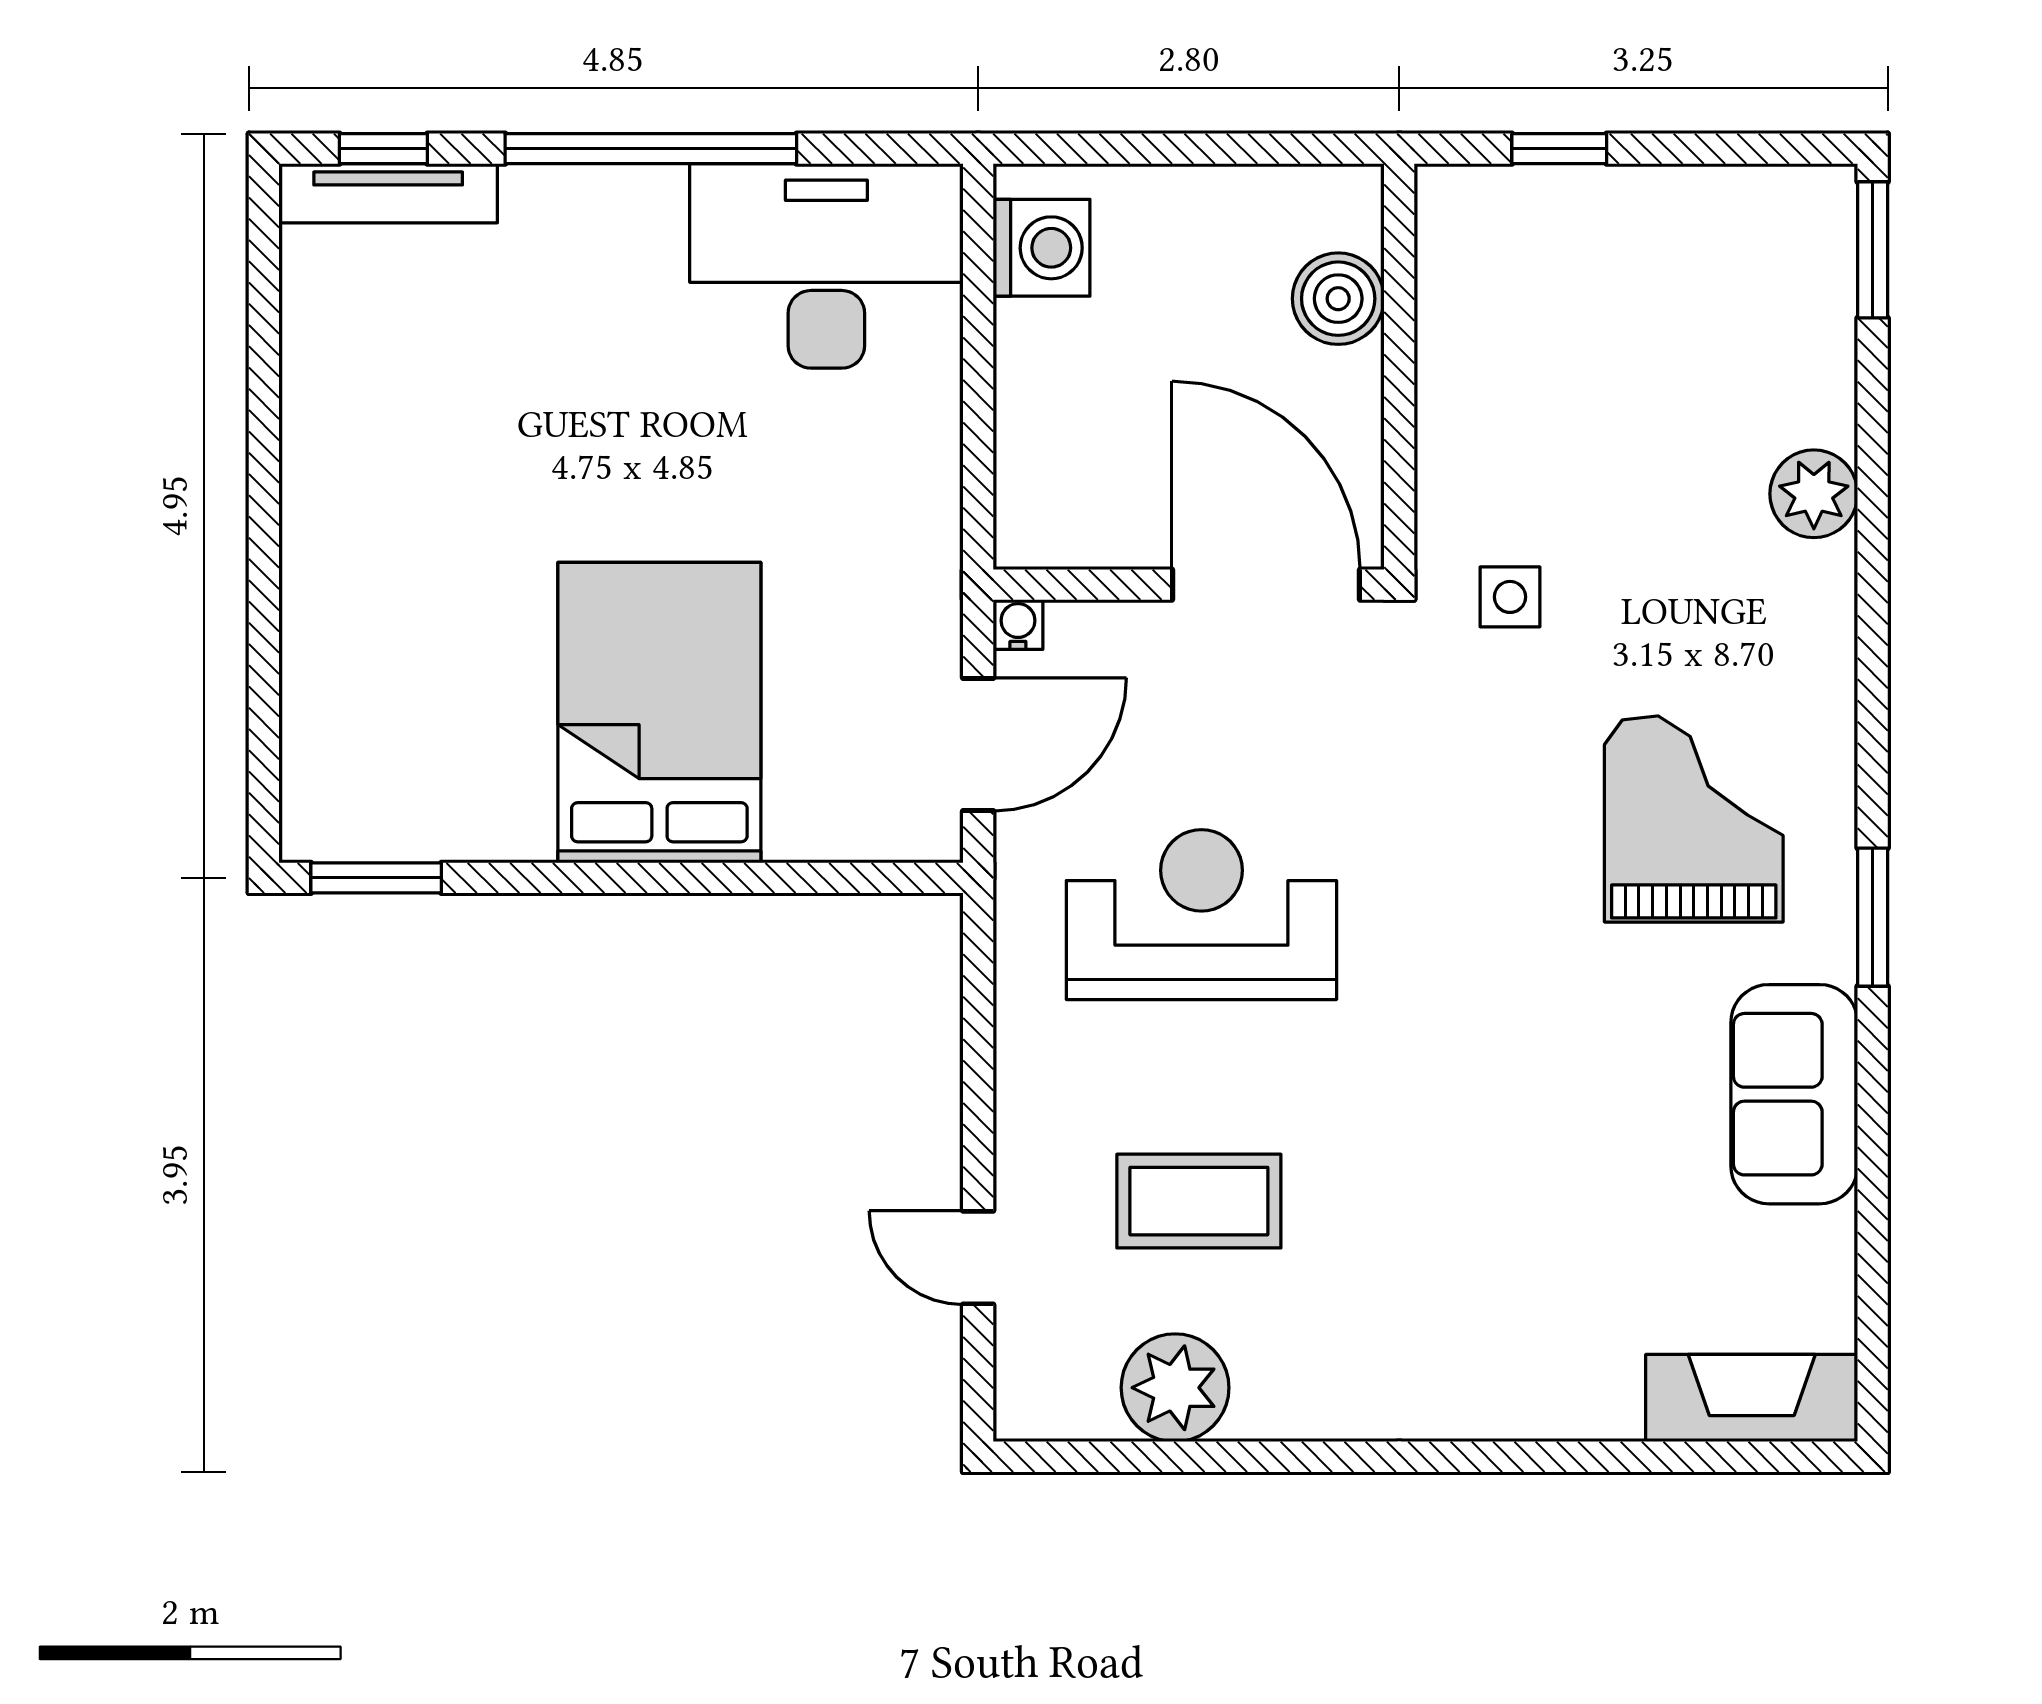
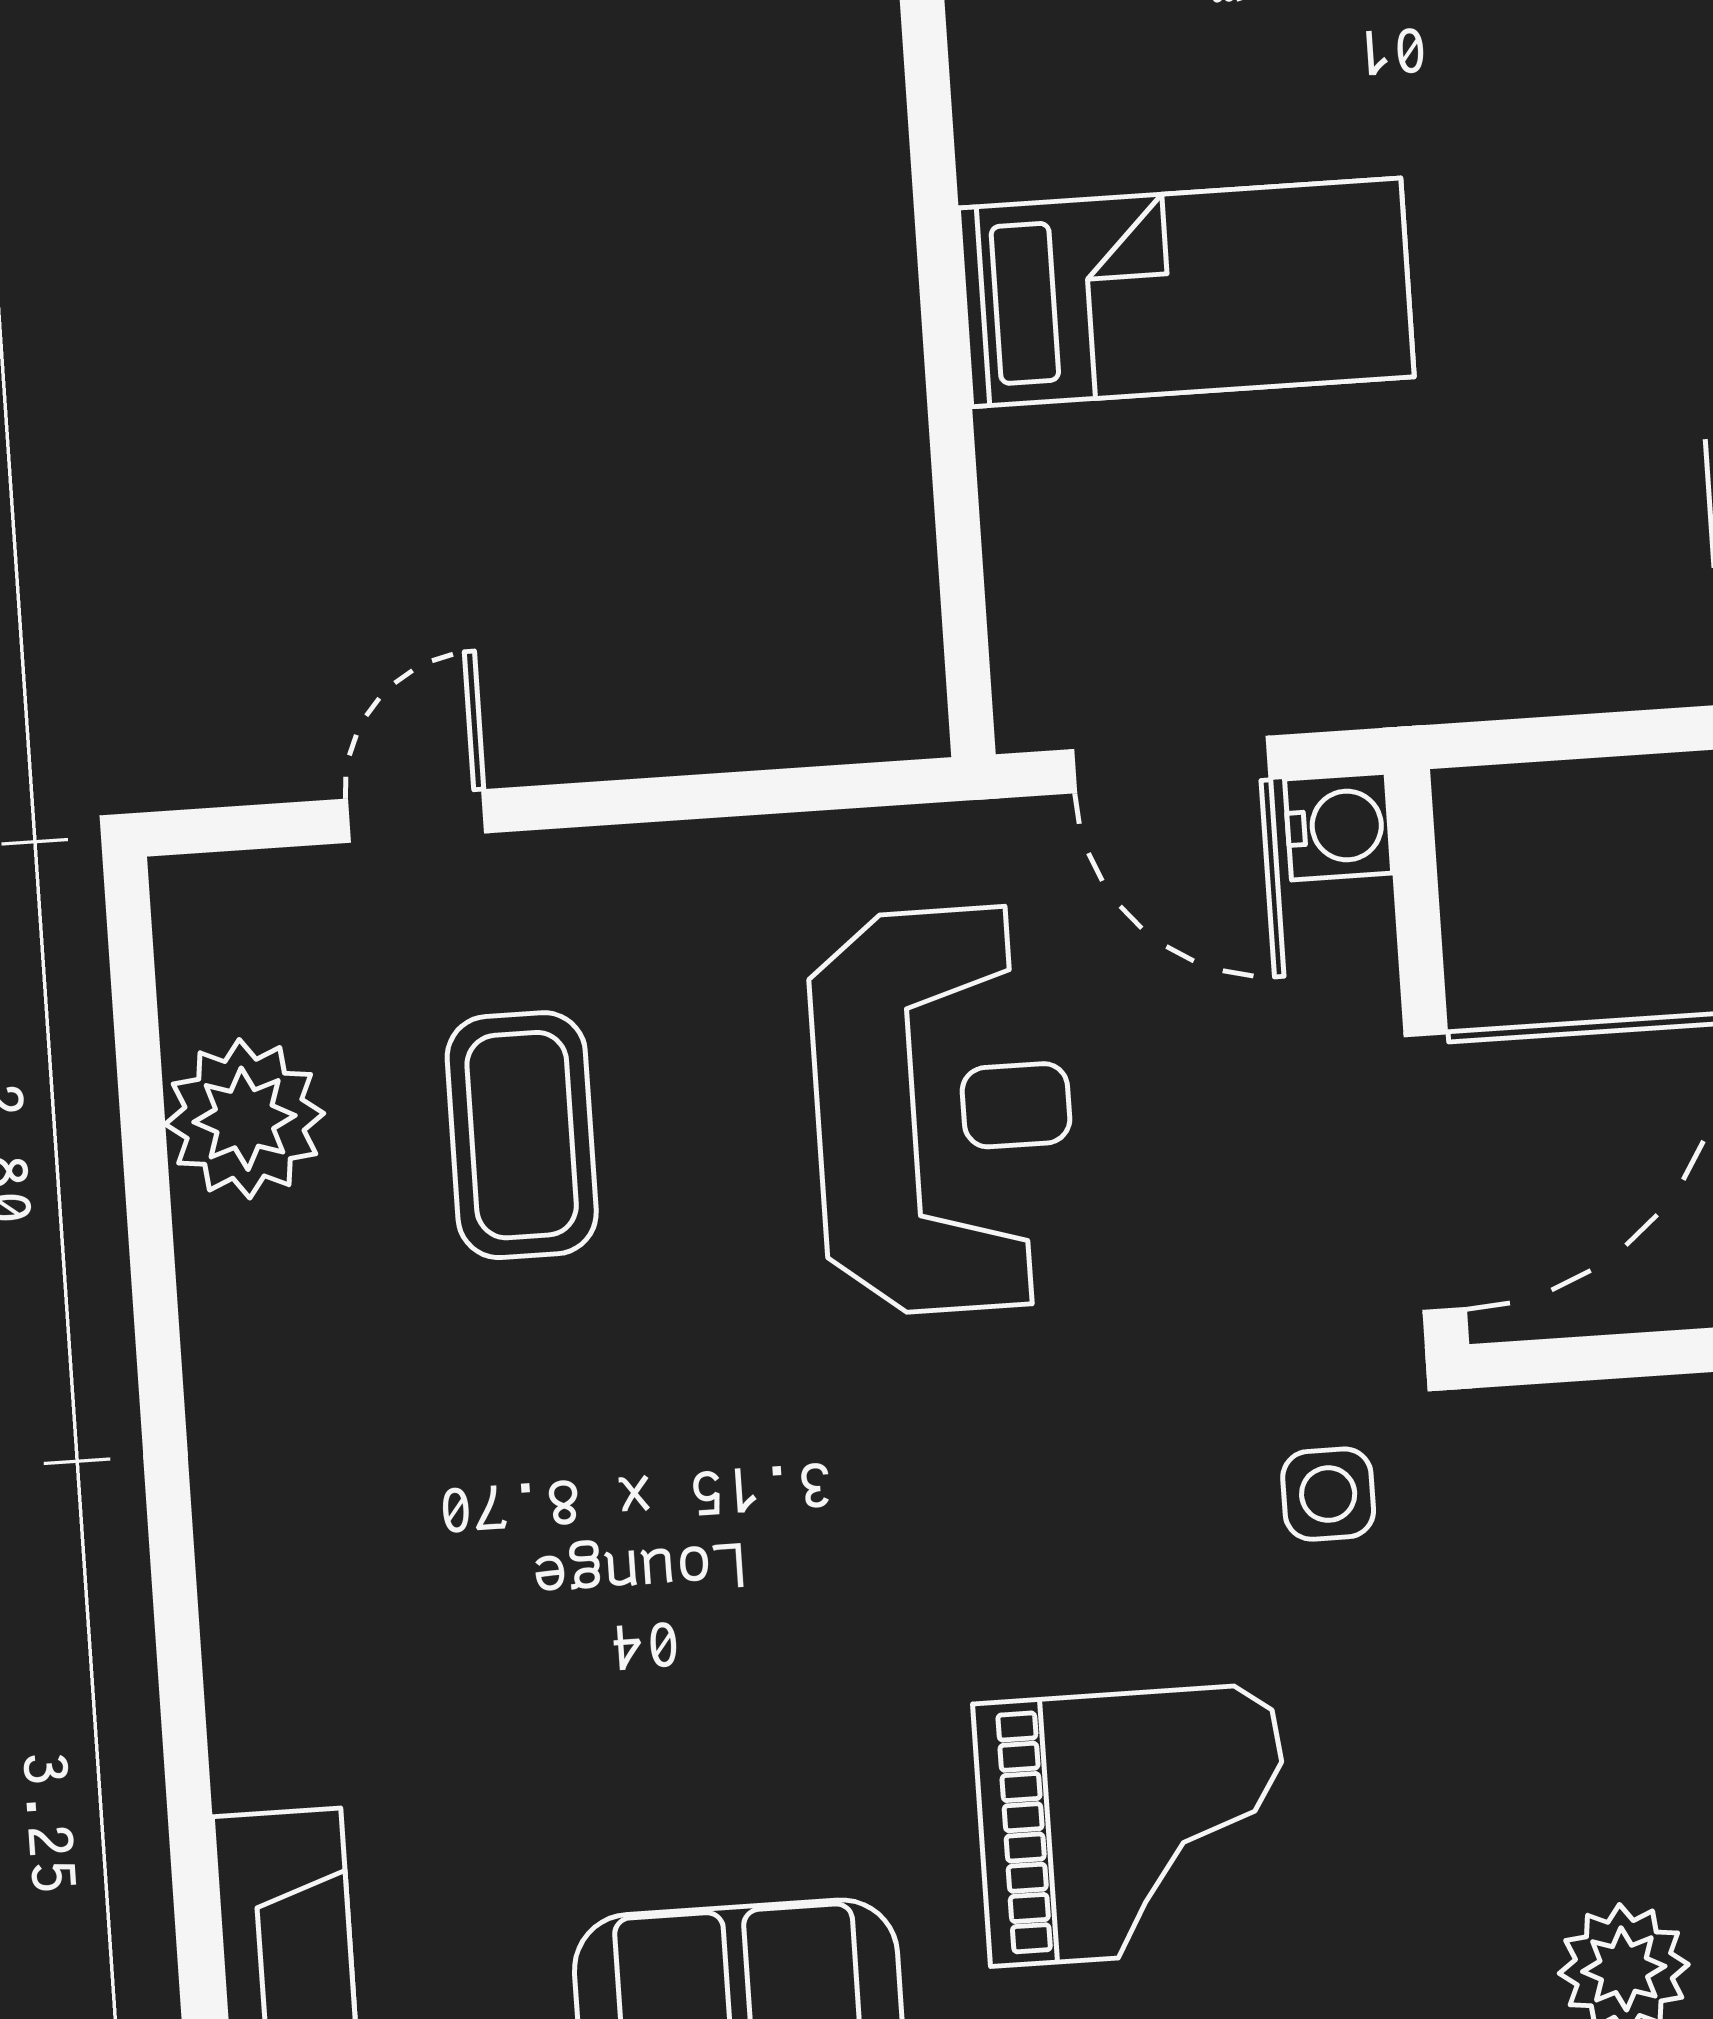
side table: (1510, 597) -> (1328, 1494), moved
water cooler: (1018, 625) -> (1339, 826), width x1.38, depth x1.38
bed: (659, 713) -> (1186, 292), width x0.67

